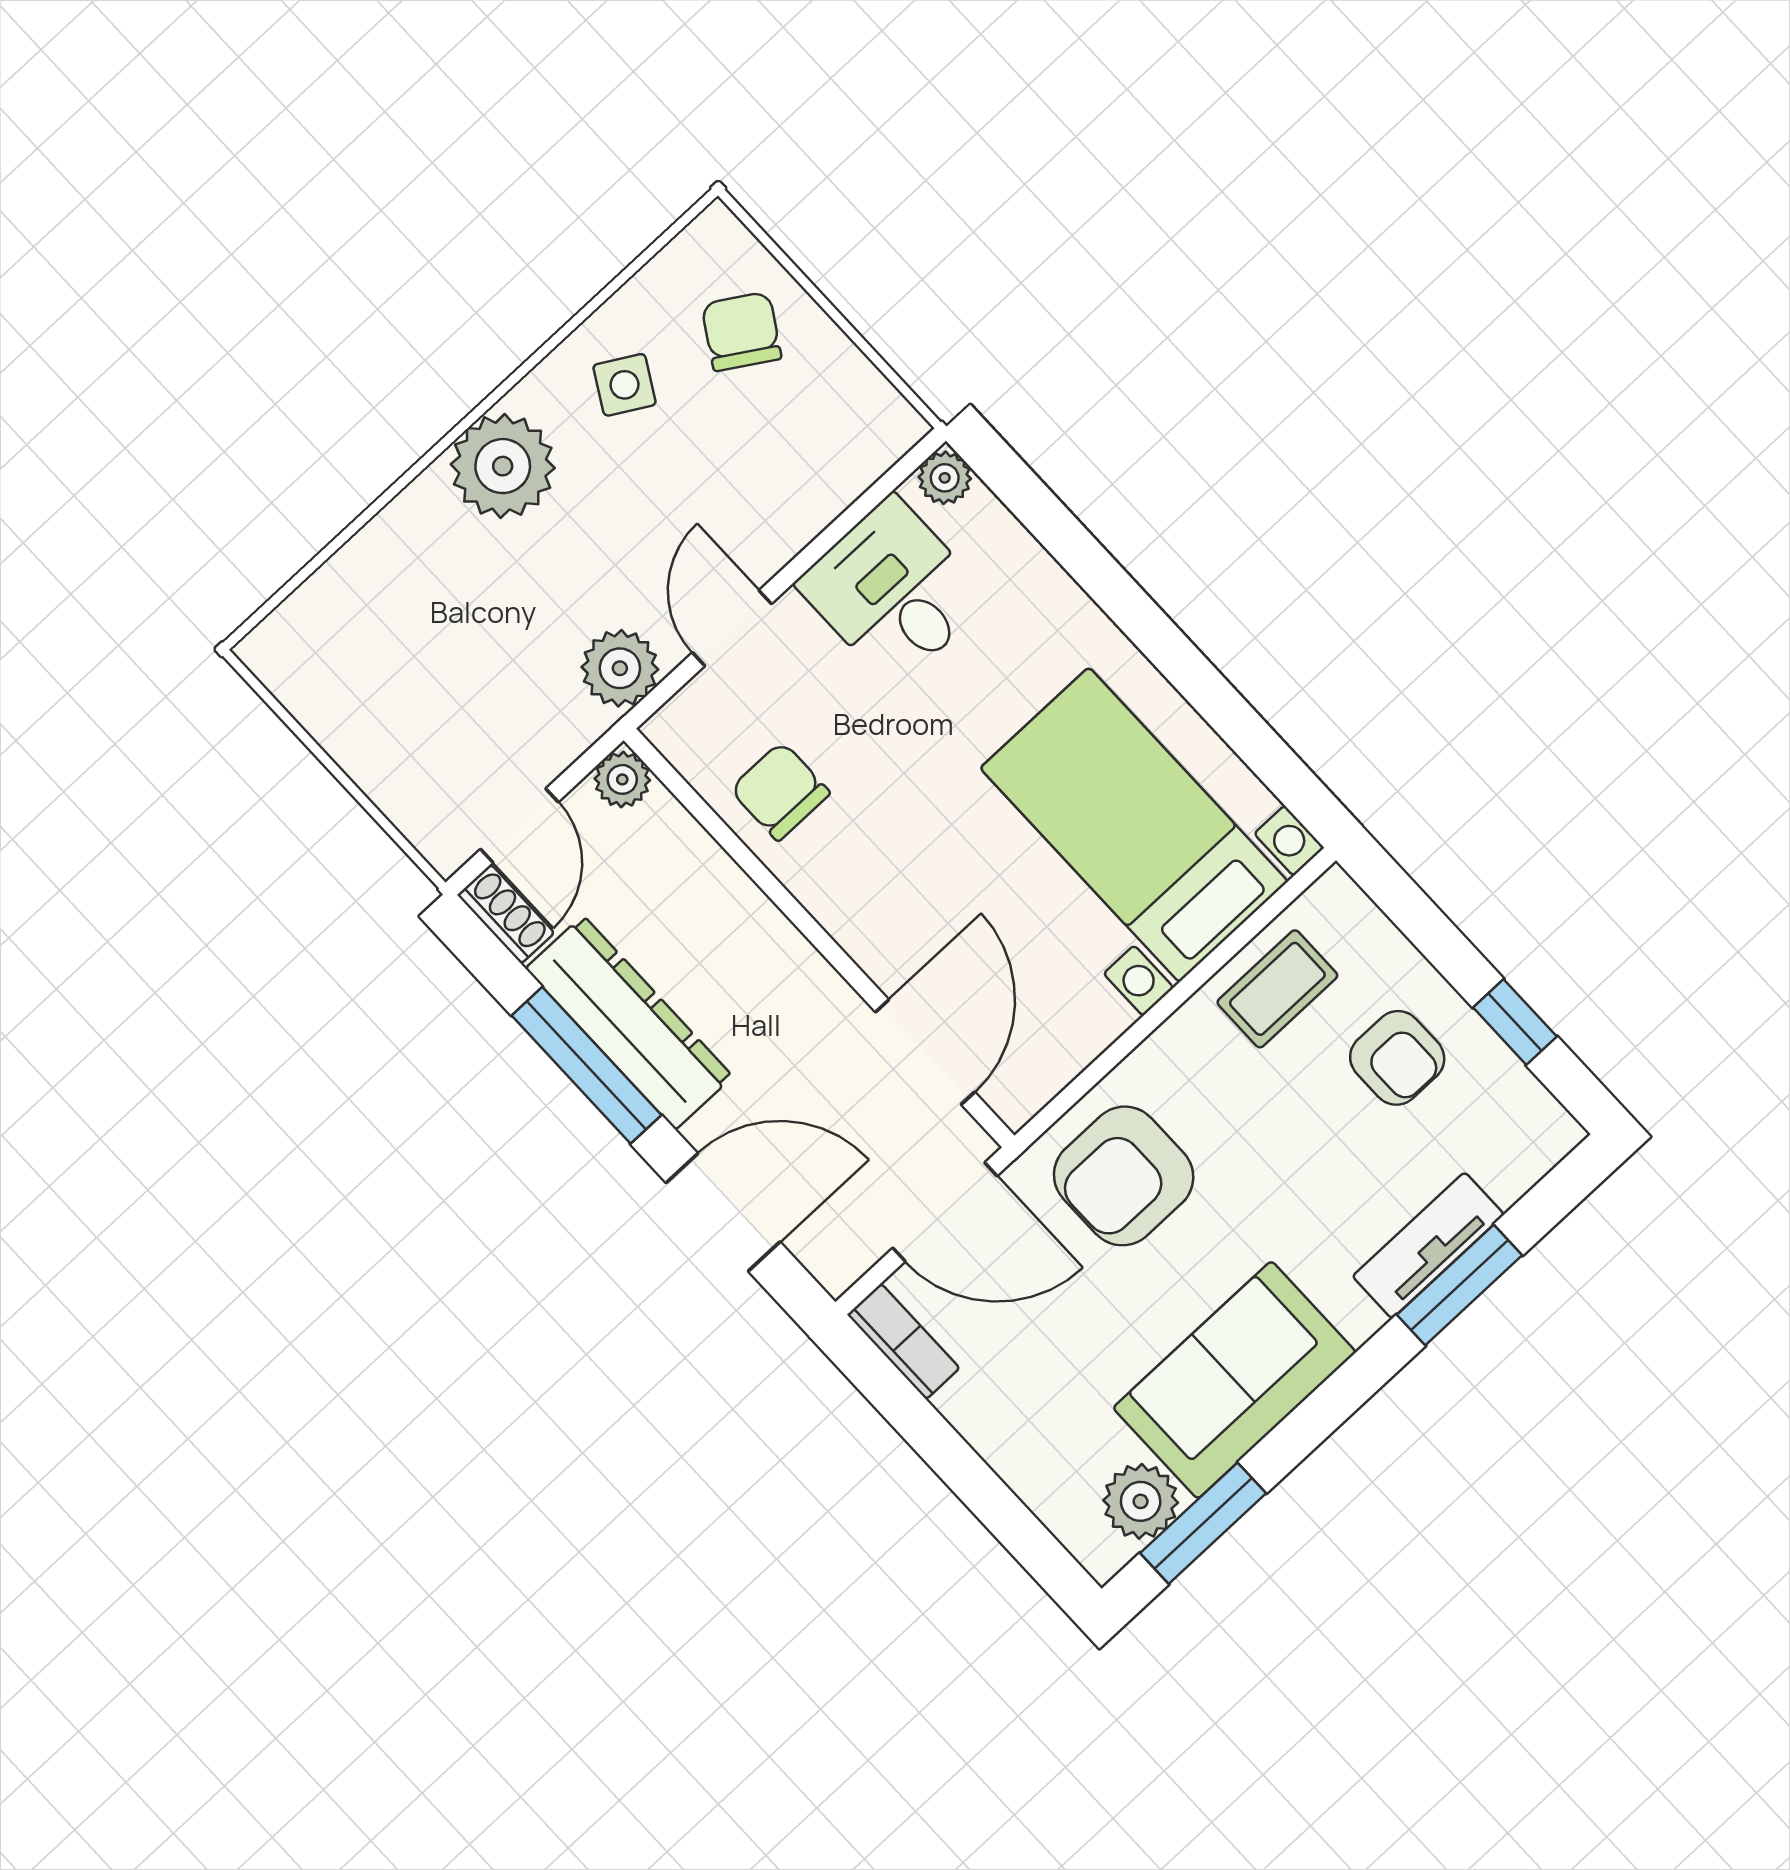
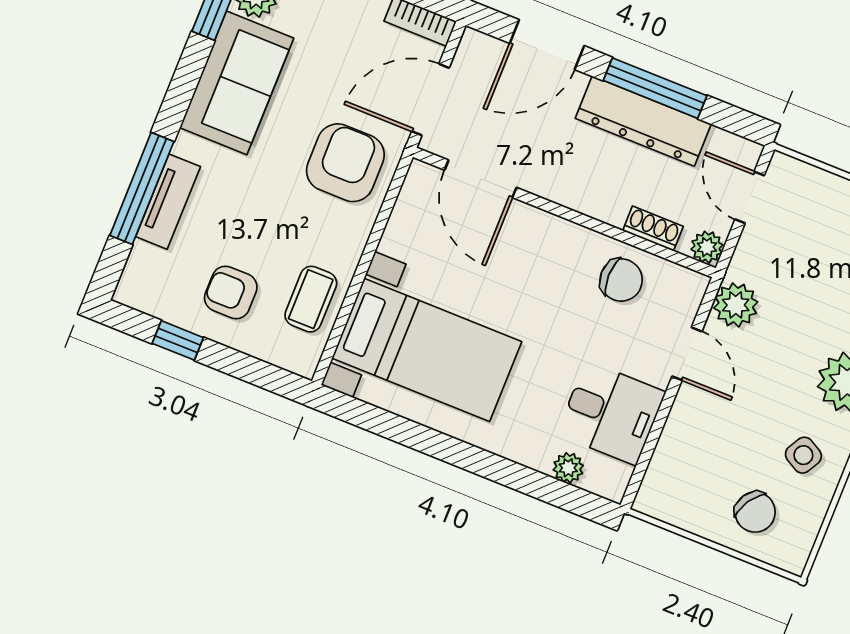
plant: (945, 478) -> (568, 468), moved
shoe rack: (506, 914) -> (653, 229), moved, turned 180
window: (1459, 1285) -> (142, 188), width x1.44

